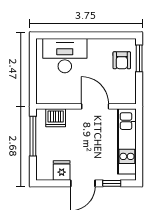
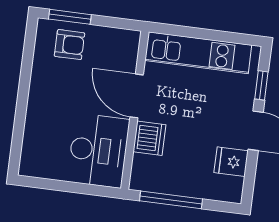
desk: (65, 56) -> (98, 151), moved, turned 180
door: (95, 106) -> (137, 96), hinge flipped
dishwasher: (56, 118) -> (150, 138), moved

